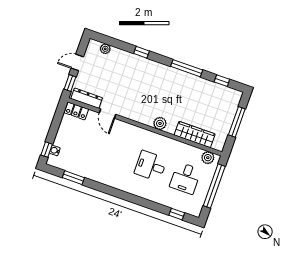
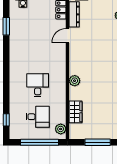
wardrobe: (195, 135) -> (75, 112), width x0.67
desk: (185, 178) -> (38, 117), turned 180

